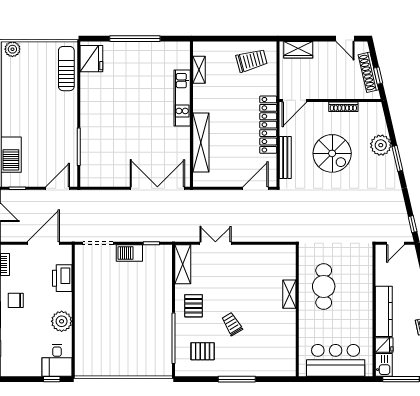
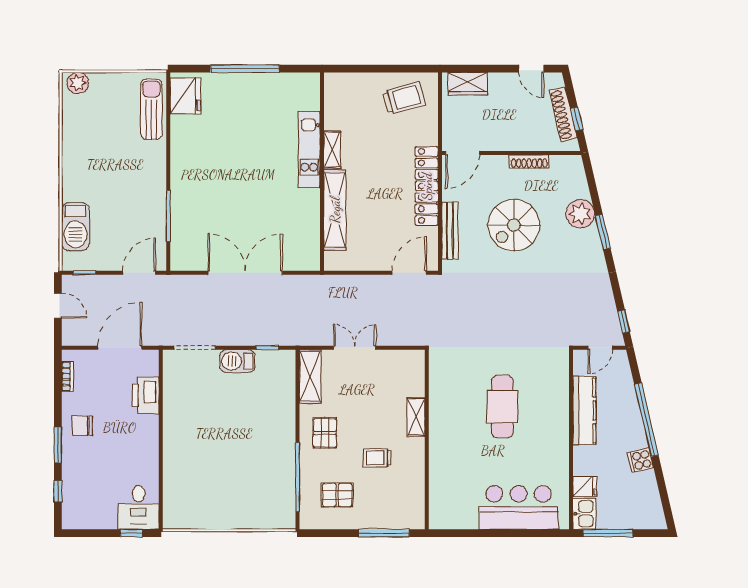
shelving: (199, 70) -> (332, 150), moved
spiral stairs: (332, 153) -> (514, 225), turned 90
double door: (157, 188) -> (245, 273), moved
shelving: (289, 294) -> (416, 417), moved
wall: (297, 311) -> (427, 439), moved
kitchen counter: (384, 311) -> (584, 410), moved
plant: (62, 321) -> (145, 454), removed
trolley: (232, 324) -> (377, 458), turned -59

